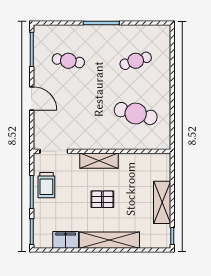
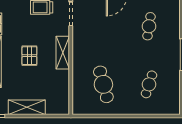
cafe table: (136, 61) -> (149, 84), turned 36
cafe table: (136, 114) -> (103, 84), turned -30

